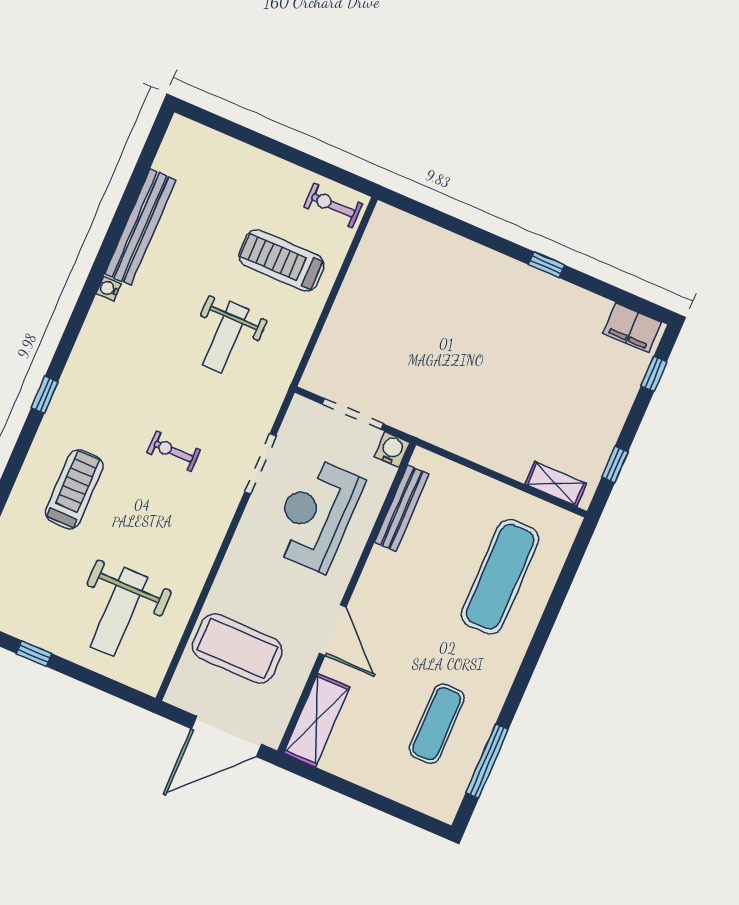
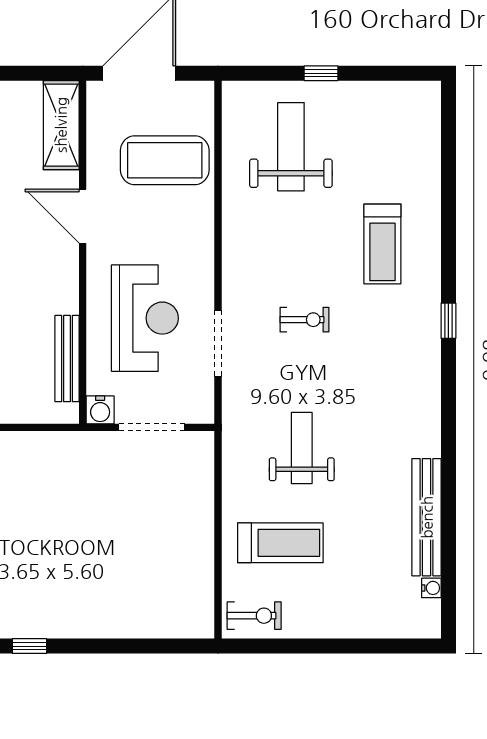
water cooler: (109, 289) -> (431, 588), moved
window: (34, 654) -> (321, 73), moved

